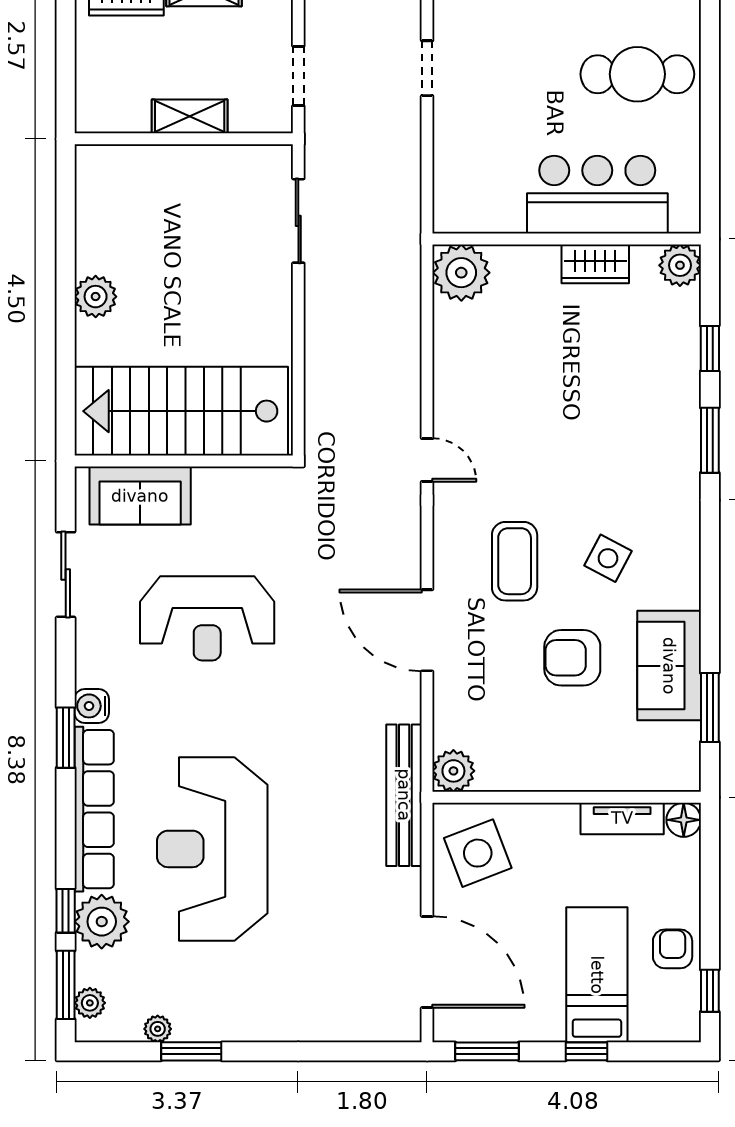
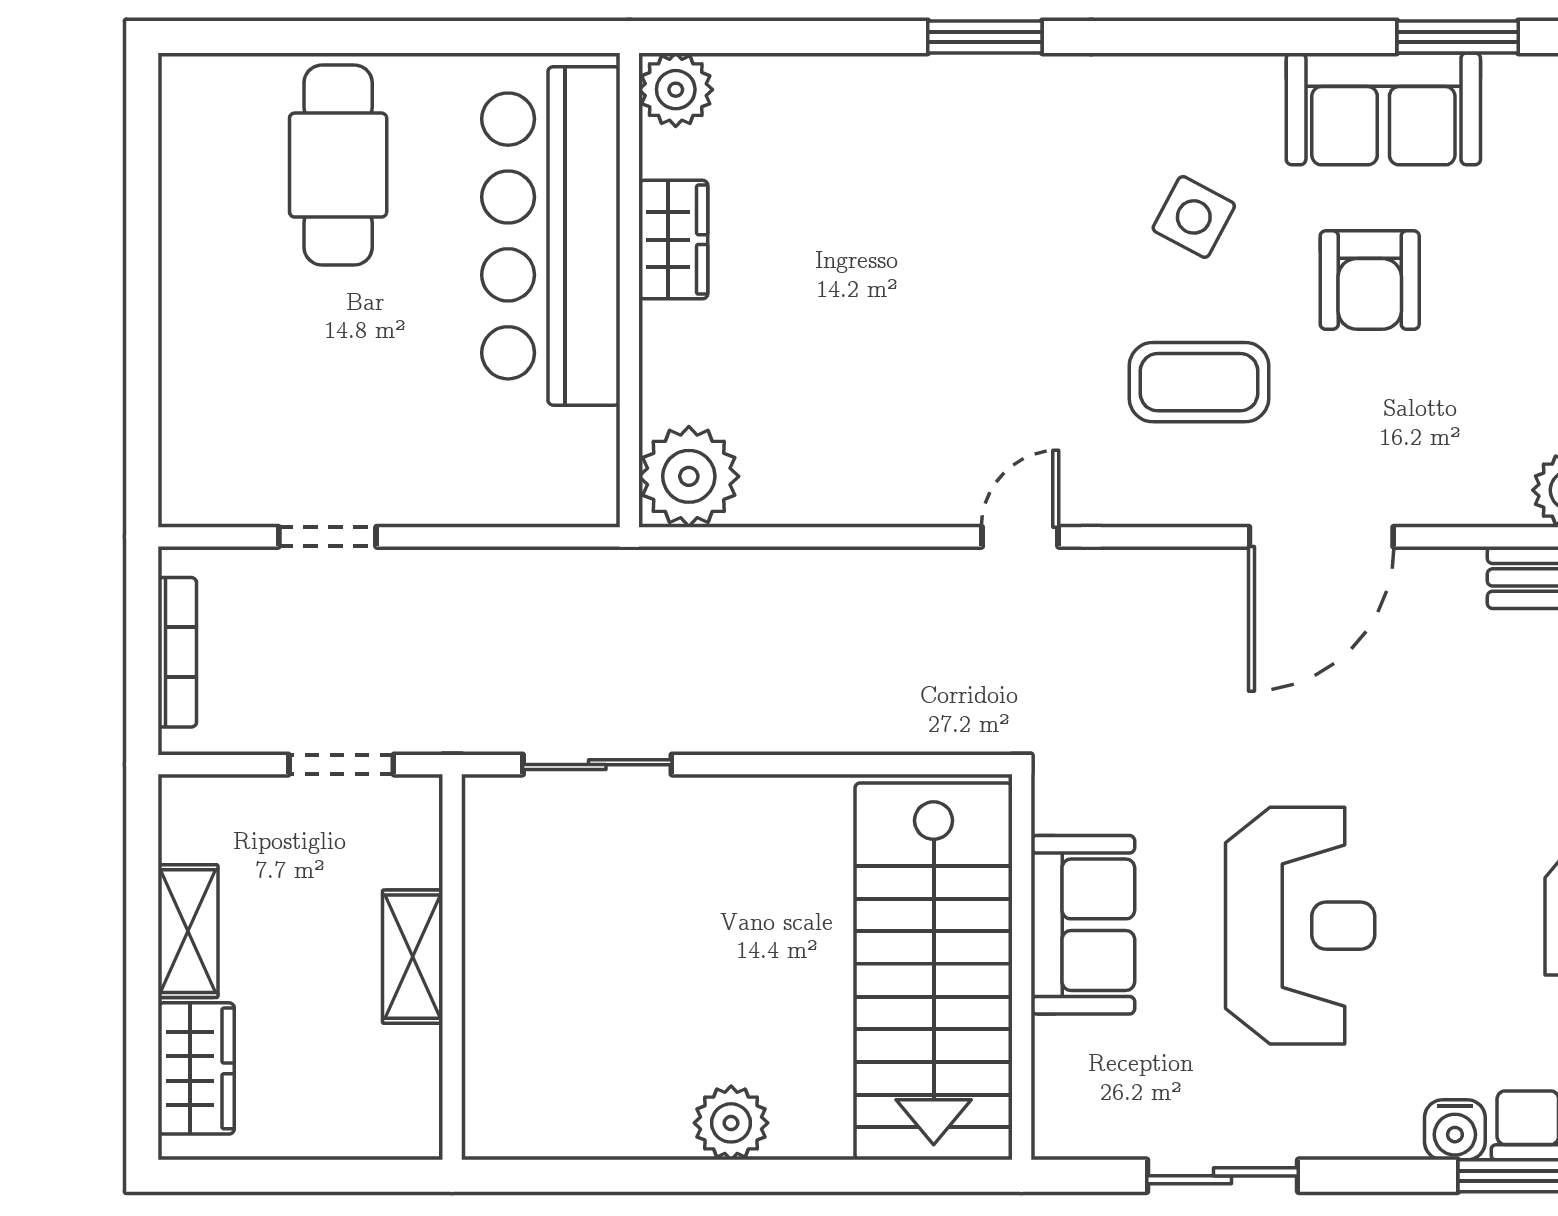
bar counter: (597, 195) -> (551, 236), width x1.36
window: (710, 348) -> (823, 37), removed
sofa: (140, 496) -> (1083, 925), moved

